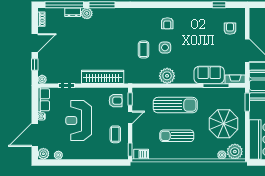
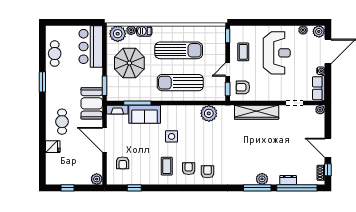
plant: (87, 13) -> (262, 179), moved
plant: (255, 13) -> (97, 179), added
armchair: (149, 20) -> (208, 172), added
door: (35, 43) -> (328, 148), hinge flipped
side table: (165, 48) -> (172, 136), moved
coffee table: (144, 49) -> (167, 166), moved
window: (35, 65) -> (328, 170), moved
plant: (167, 76) -> (209, 113), moved
reception desk: (79, 121) -> (277, 53), moved
sun lounger: (177, 136) -> (179, 50), width x1.36, depth x1.34
barbecue: (141, 154) -> (144, 31), moved

